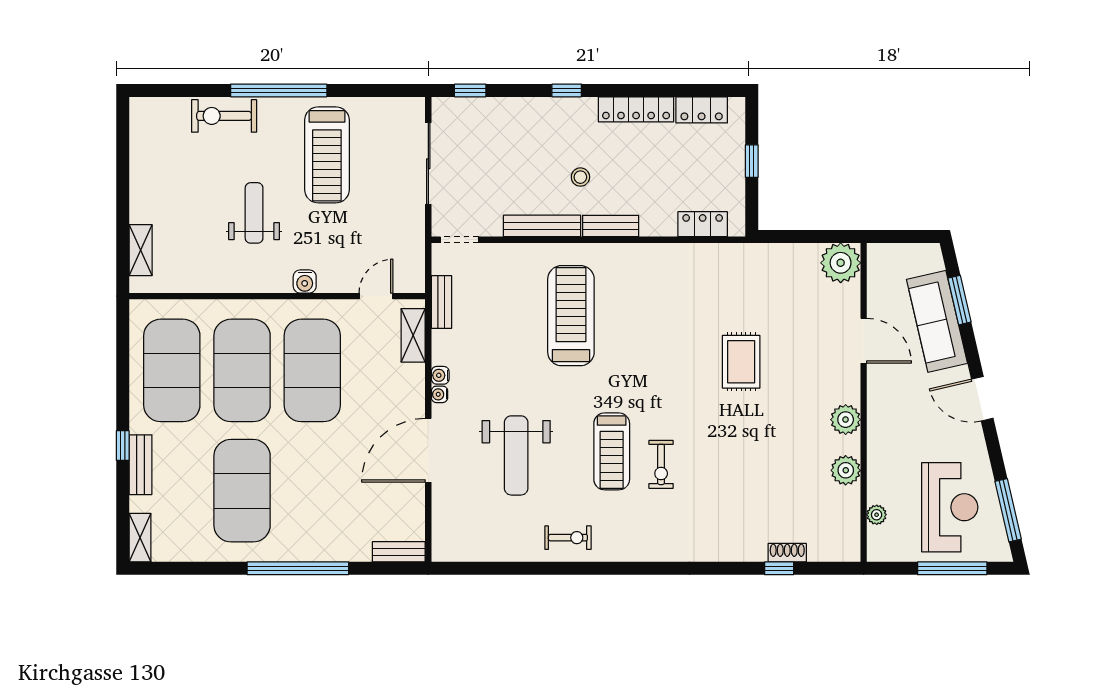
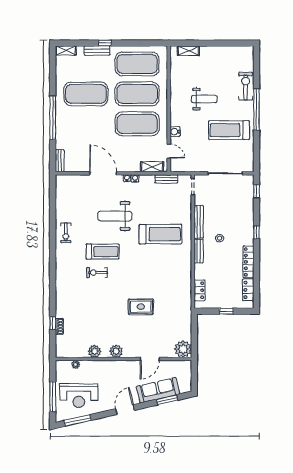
water cooler: (305, 281) -> (175, 132), moved
treadmill: (612, 451) -> (103, 252), turned 180
weight bench: (516, 455) -> (115, 216), moved

